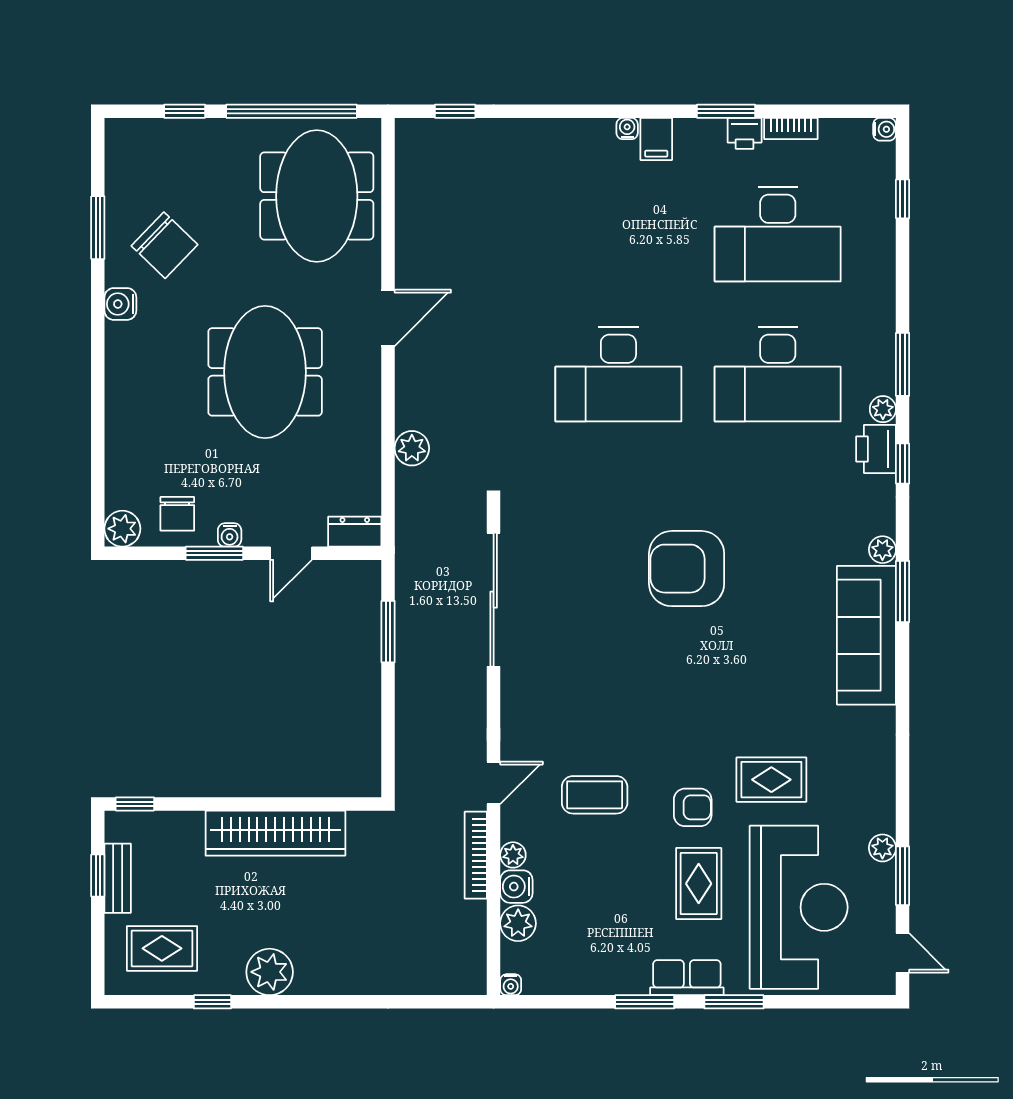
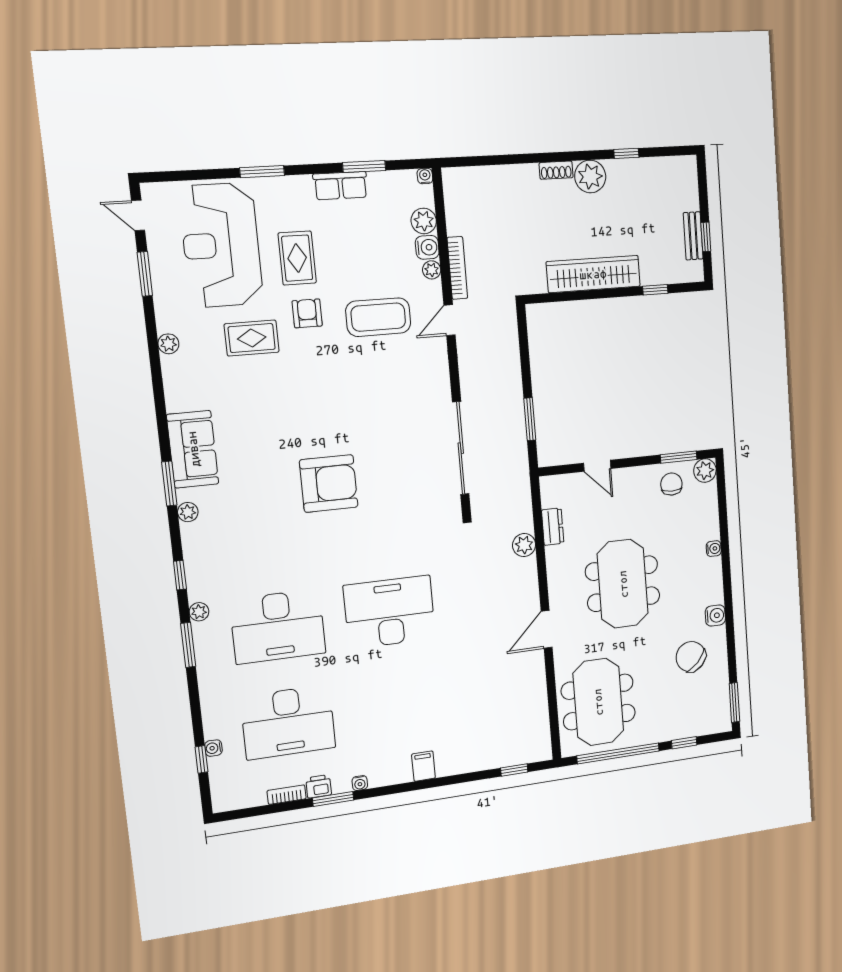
water cooler: (627, 129) -> (360, 783), moved
water cooler: (885, 129) -> (213, 748), moved
filing cabinet: (656, 139) -> (424, 766), moved
window: (98, 228) -> (734, 702), moved
desk: (778, 234) -> (288, 722), turned 180
desk: (778, 374) -> (278, 626), turned 180
printer: (876, 449) -> (201, 583), removed
dresser: (355, 532) -> (553, 527), moved, turned -90
water cooler: (230, 535) -> (714, 549), moved, turned 90
window: (214, 553) -> (679, 457), moved
door: (291, 553) -> (597, 466), swing flipped
sofa: (866, 635) -> (193, 449), width x0.73
coffee table: (595, 795) -> (378, 317), width x1.36, depth x1.32
window: (135, 804) -> (655, 290), moved
armchair: (693, 807) -> (307, 313), turned 90
plant: (882, 848) -> (168, 344), moved
rug: (162, 948) -> (662, 189), removed
row of seats: (687, 978) -> (341, 186), moved
shoe rack: (320, 983) -> (556, 170), added
window: (645, 1002) -> (364, 167), moved

